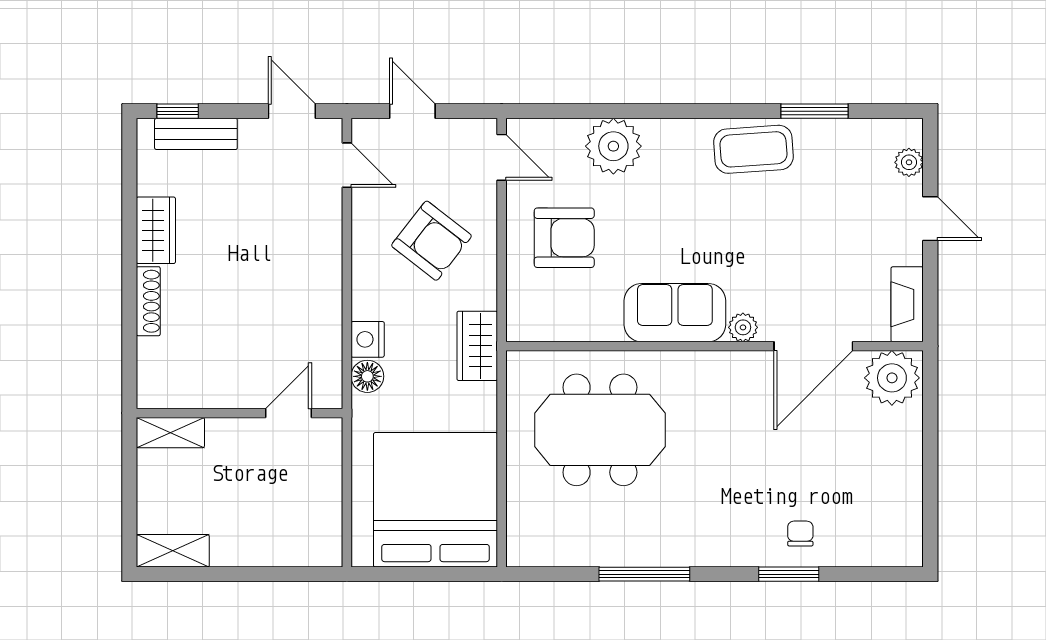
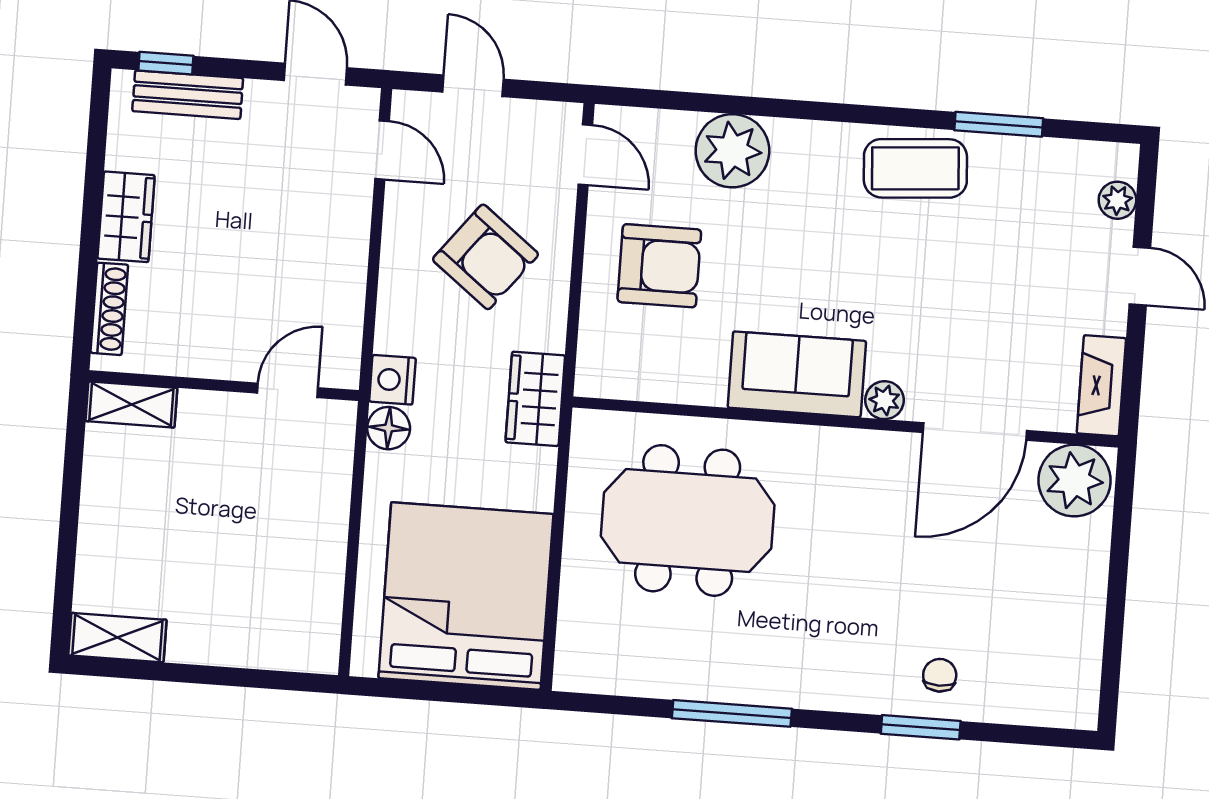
wall: (240, 413) -> (224, 386), moved
door: (288, 413) -> (288, 390), moved
shelving: (170, 433) -> (131, 404), moved

